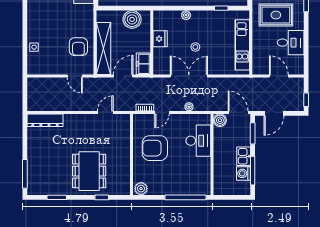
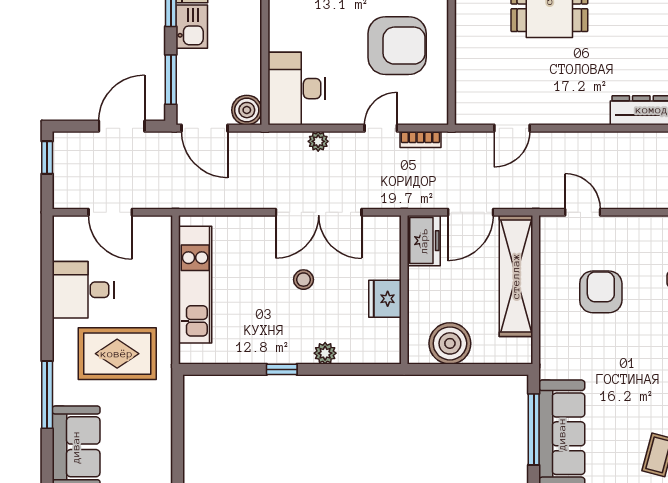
window: (221, 8) -> (282, 369), moved
armchair: (78, 47) -> (601, 292), moved
desk: (198, 141) -> (297, 89), moved

